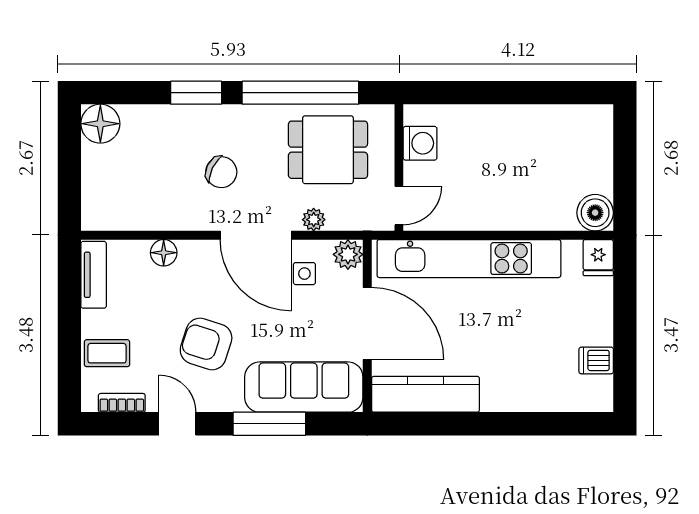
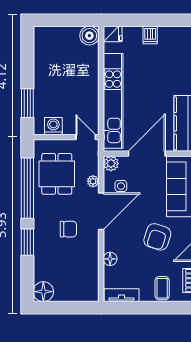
window: (465, 93) -> (27, 103), added
chair: (221, 172) -> (68, 229), turned 64
dishwasher: (596, 360) -> (150, 35), moved

